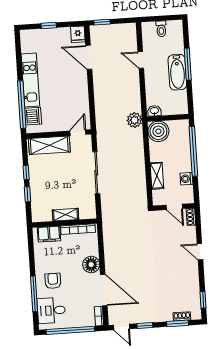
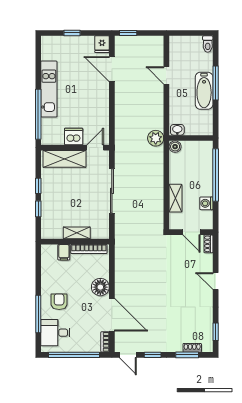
toilet: (161, 29) -> (208, 44), moved
dishwasher: (33, 116) -> (74, 136), moved, turned -90
boiler: (158, 131) -> (175, 147), width x0.54, depth x0.54
filing cabinet: (49, 234) -> (64, 252), width x0.50

